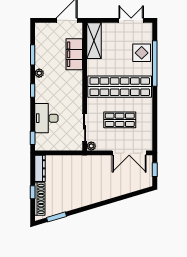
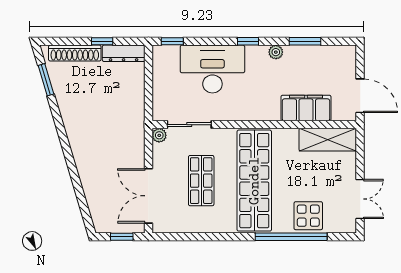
desk: (46, 118) -> (212, 69), width x1.36, depth x1.30
window: (33, 192) -> (102, 41), moved

